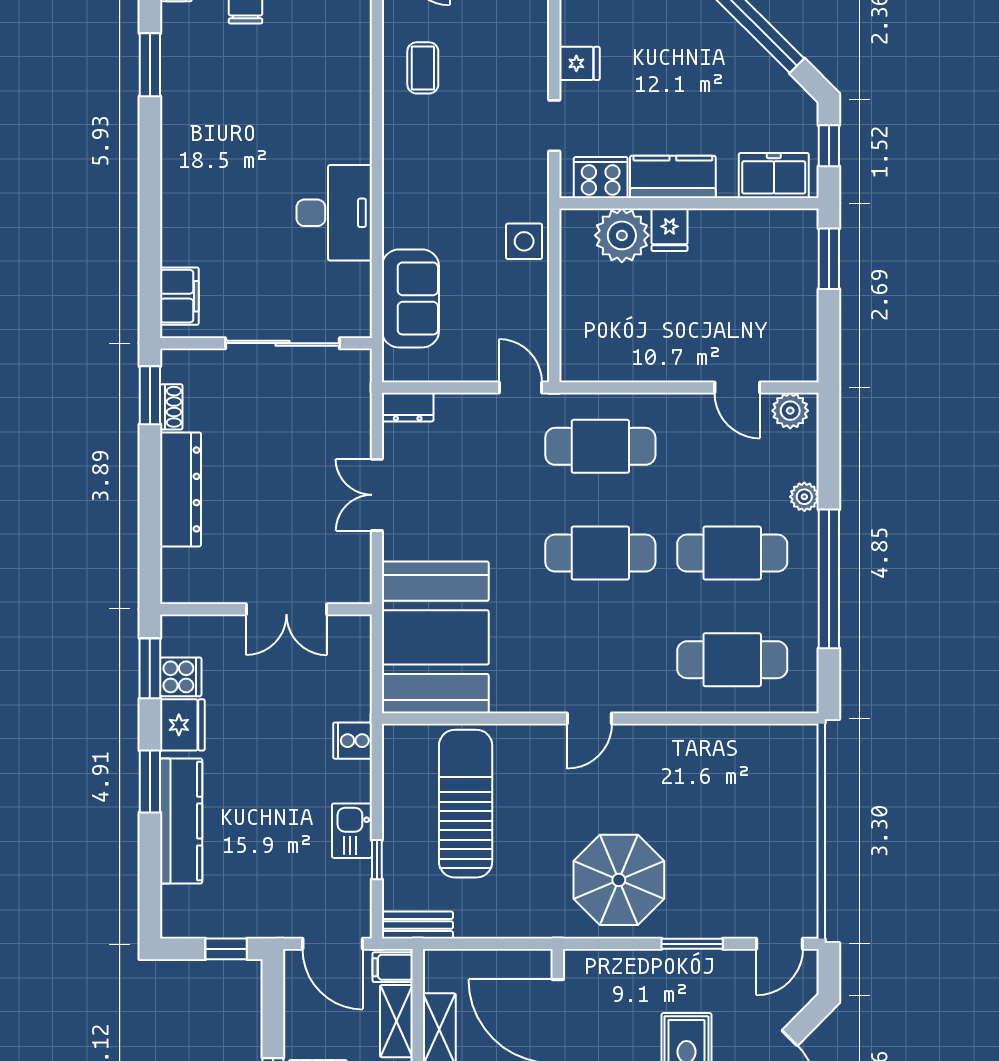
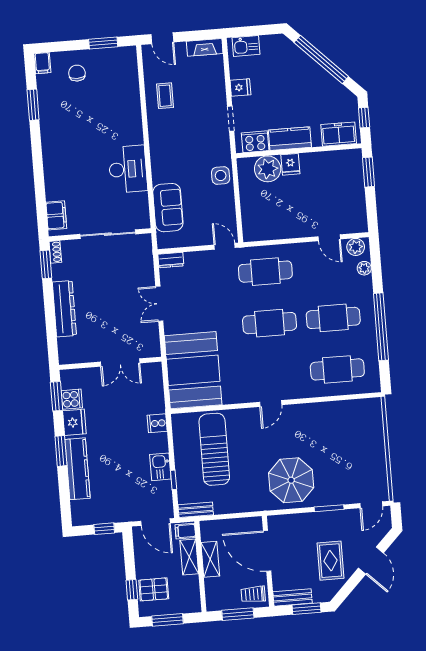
shoe rack: (171, 407) -> (55, 252), moved
plant: (804, 497) -> (364, 268), moved

